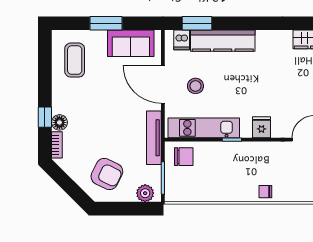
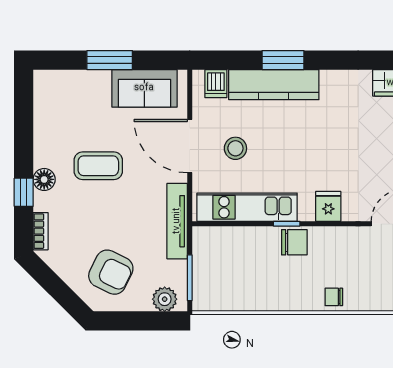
window: (197, 23) -> (283, 60), moved
coffee table: (75, 60) -> (98, 166), moved, turned 90
floor lamp: (59, 122) -> (44, 179), moved
chair: (184, 157) -> (294, 242), moved

